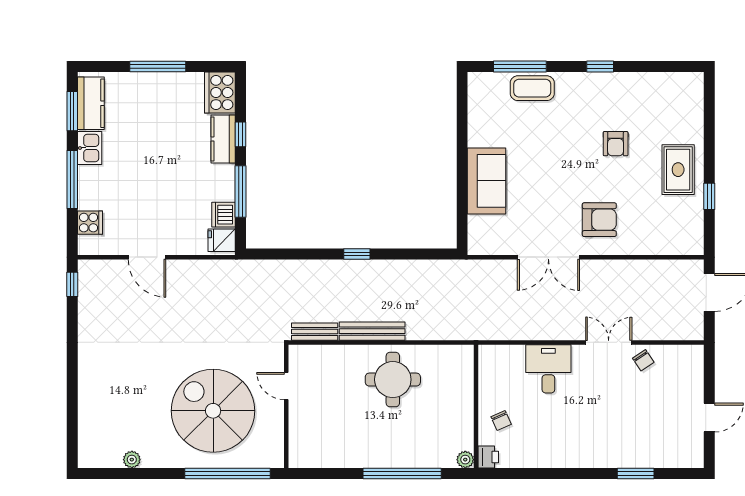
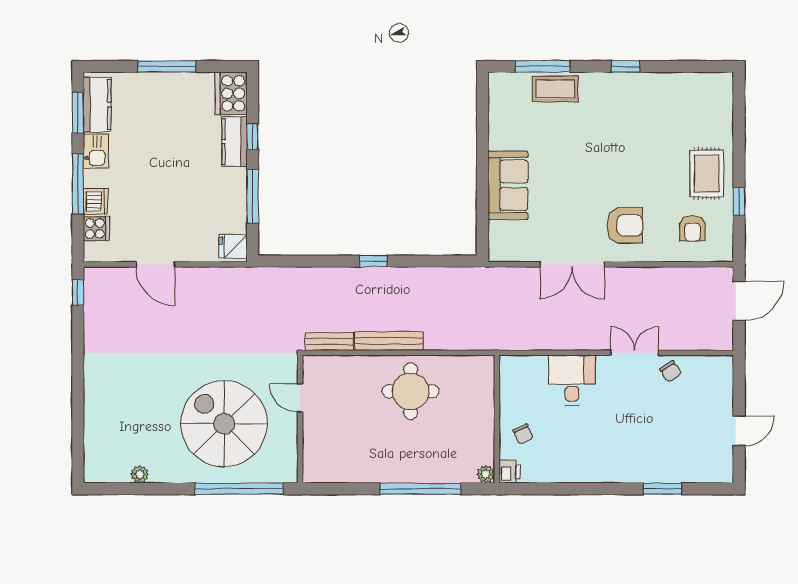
armchair: (616, 144) -> (692, 228), moved
dishwasher: (224, 215) -> (96, 201), moved, turned 180

